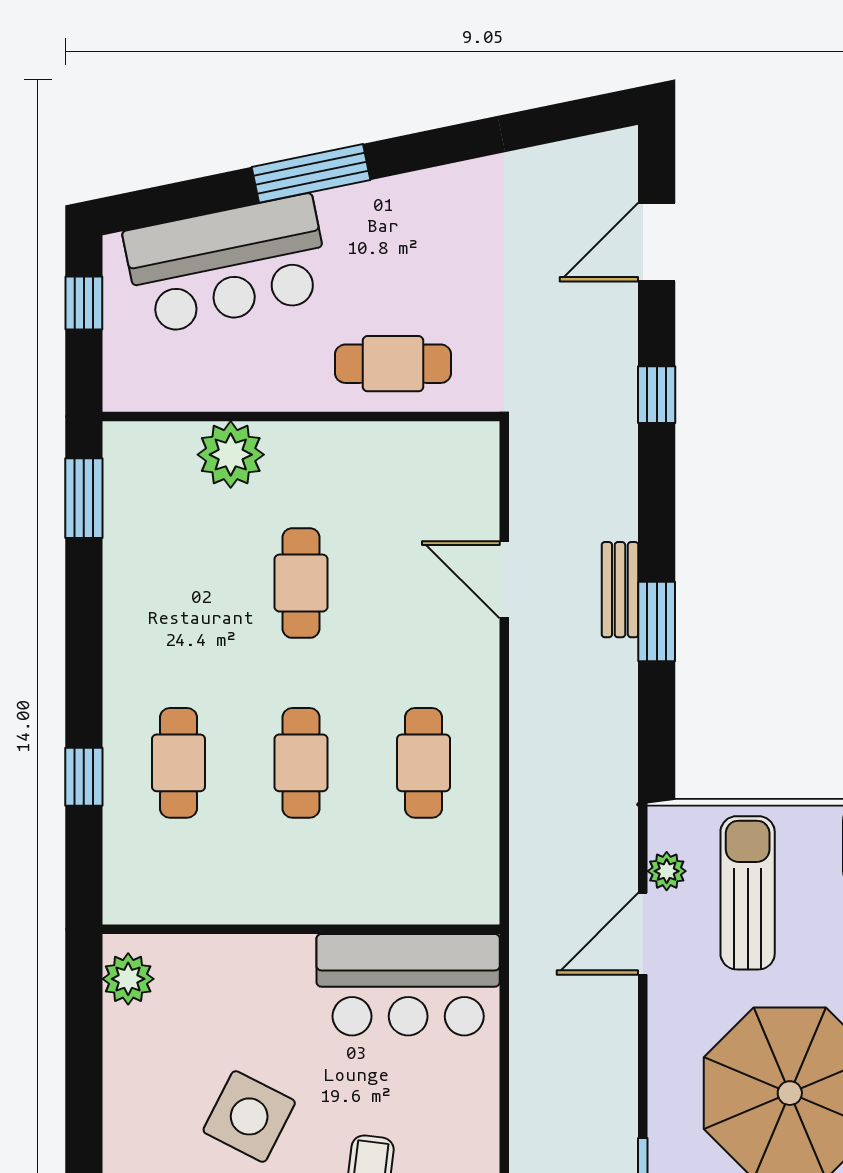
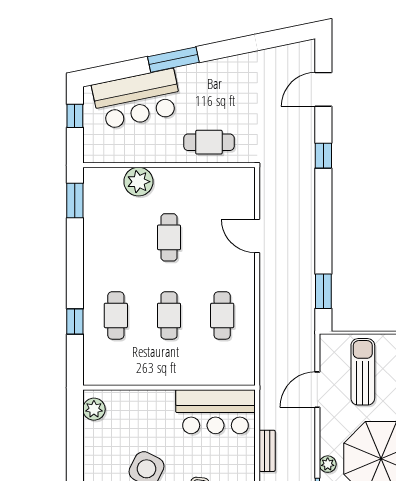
bench: (620, 590) -> (267, 451), moved
window: (657, 621) -> (323, 291), moved
plant: (667, 871) -> (328, 464), moved

